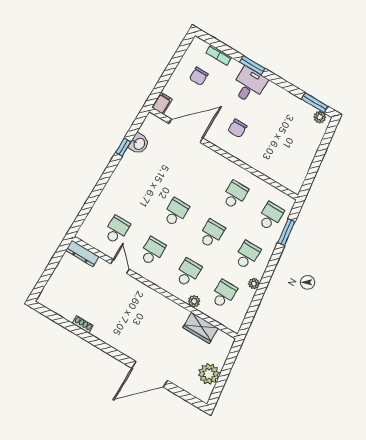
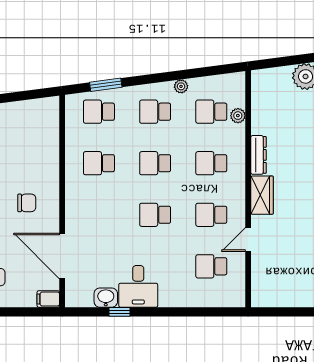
desk: (133, 171) -> (138, 286), added
dresser: (82, 253) -> (258, 155), moved
plant: (194, 301) -> (238, 116), moved
wardrobe: (201, 328) -> (262, 195), moved

